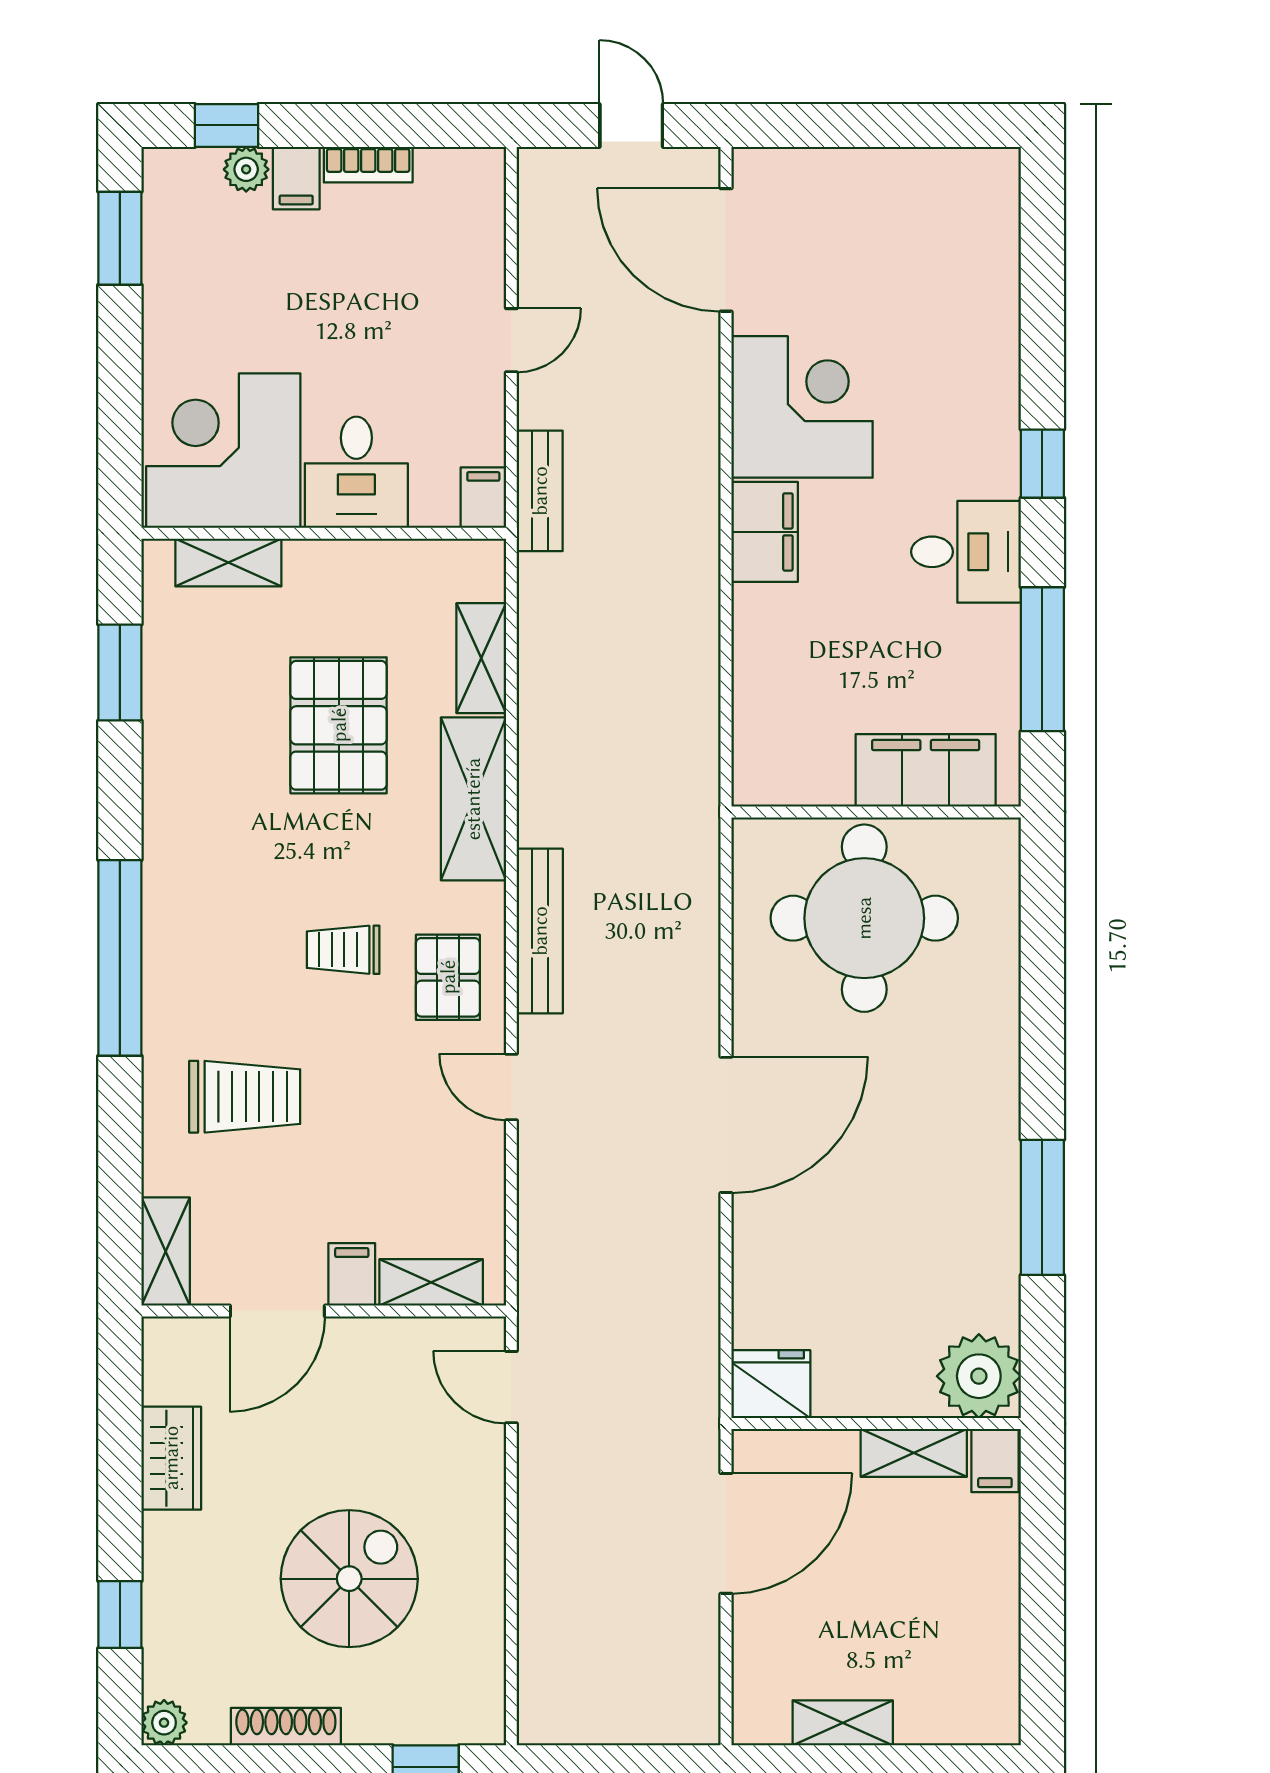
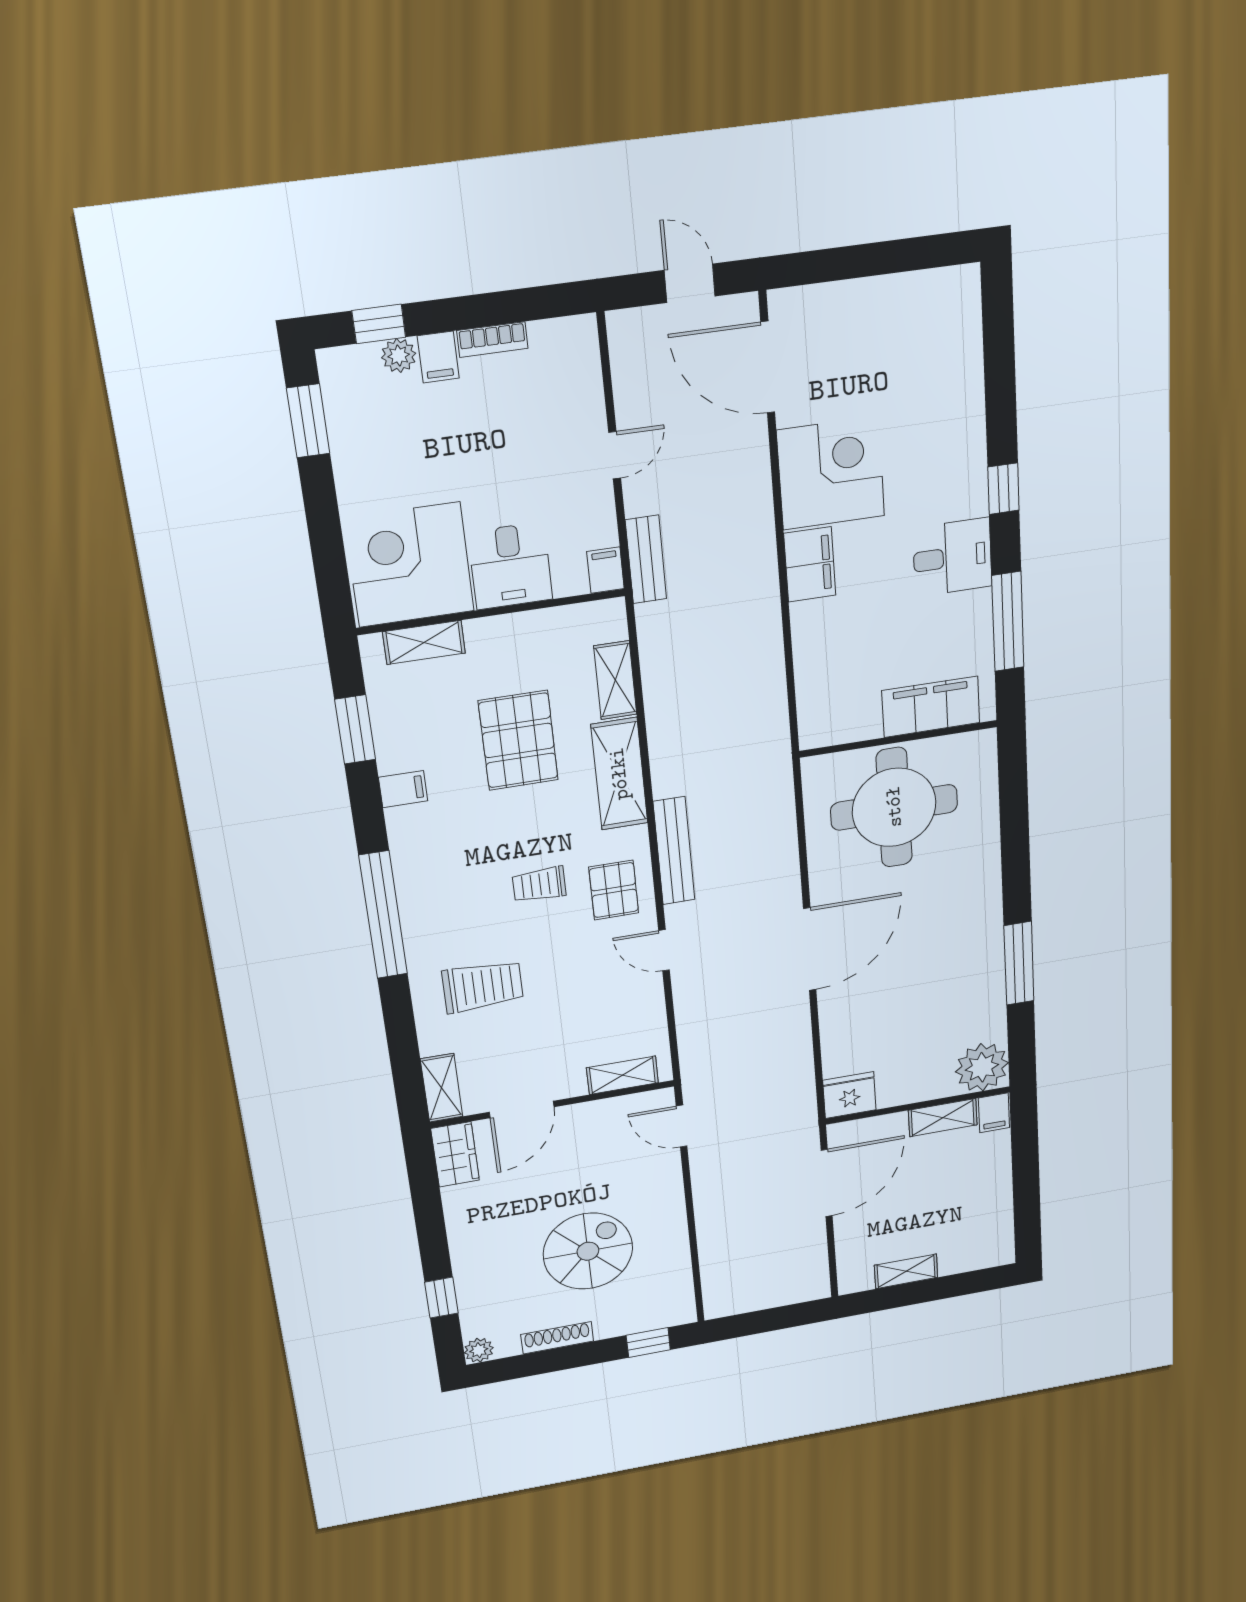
filing cabinet: (352, 1274) -> (403, 789), moved, turned 90
wardrobe: (171, 1458) -> (455, 1154), moved

